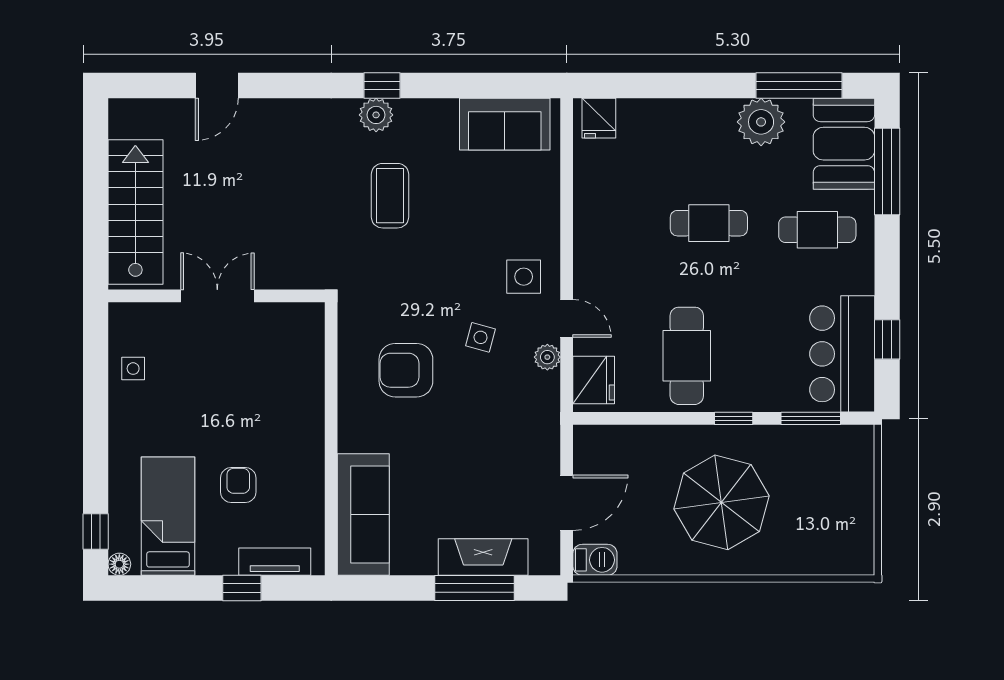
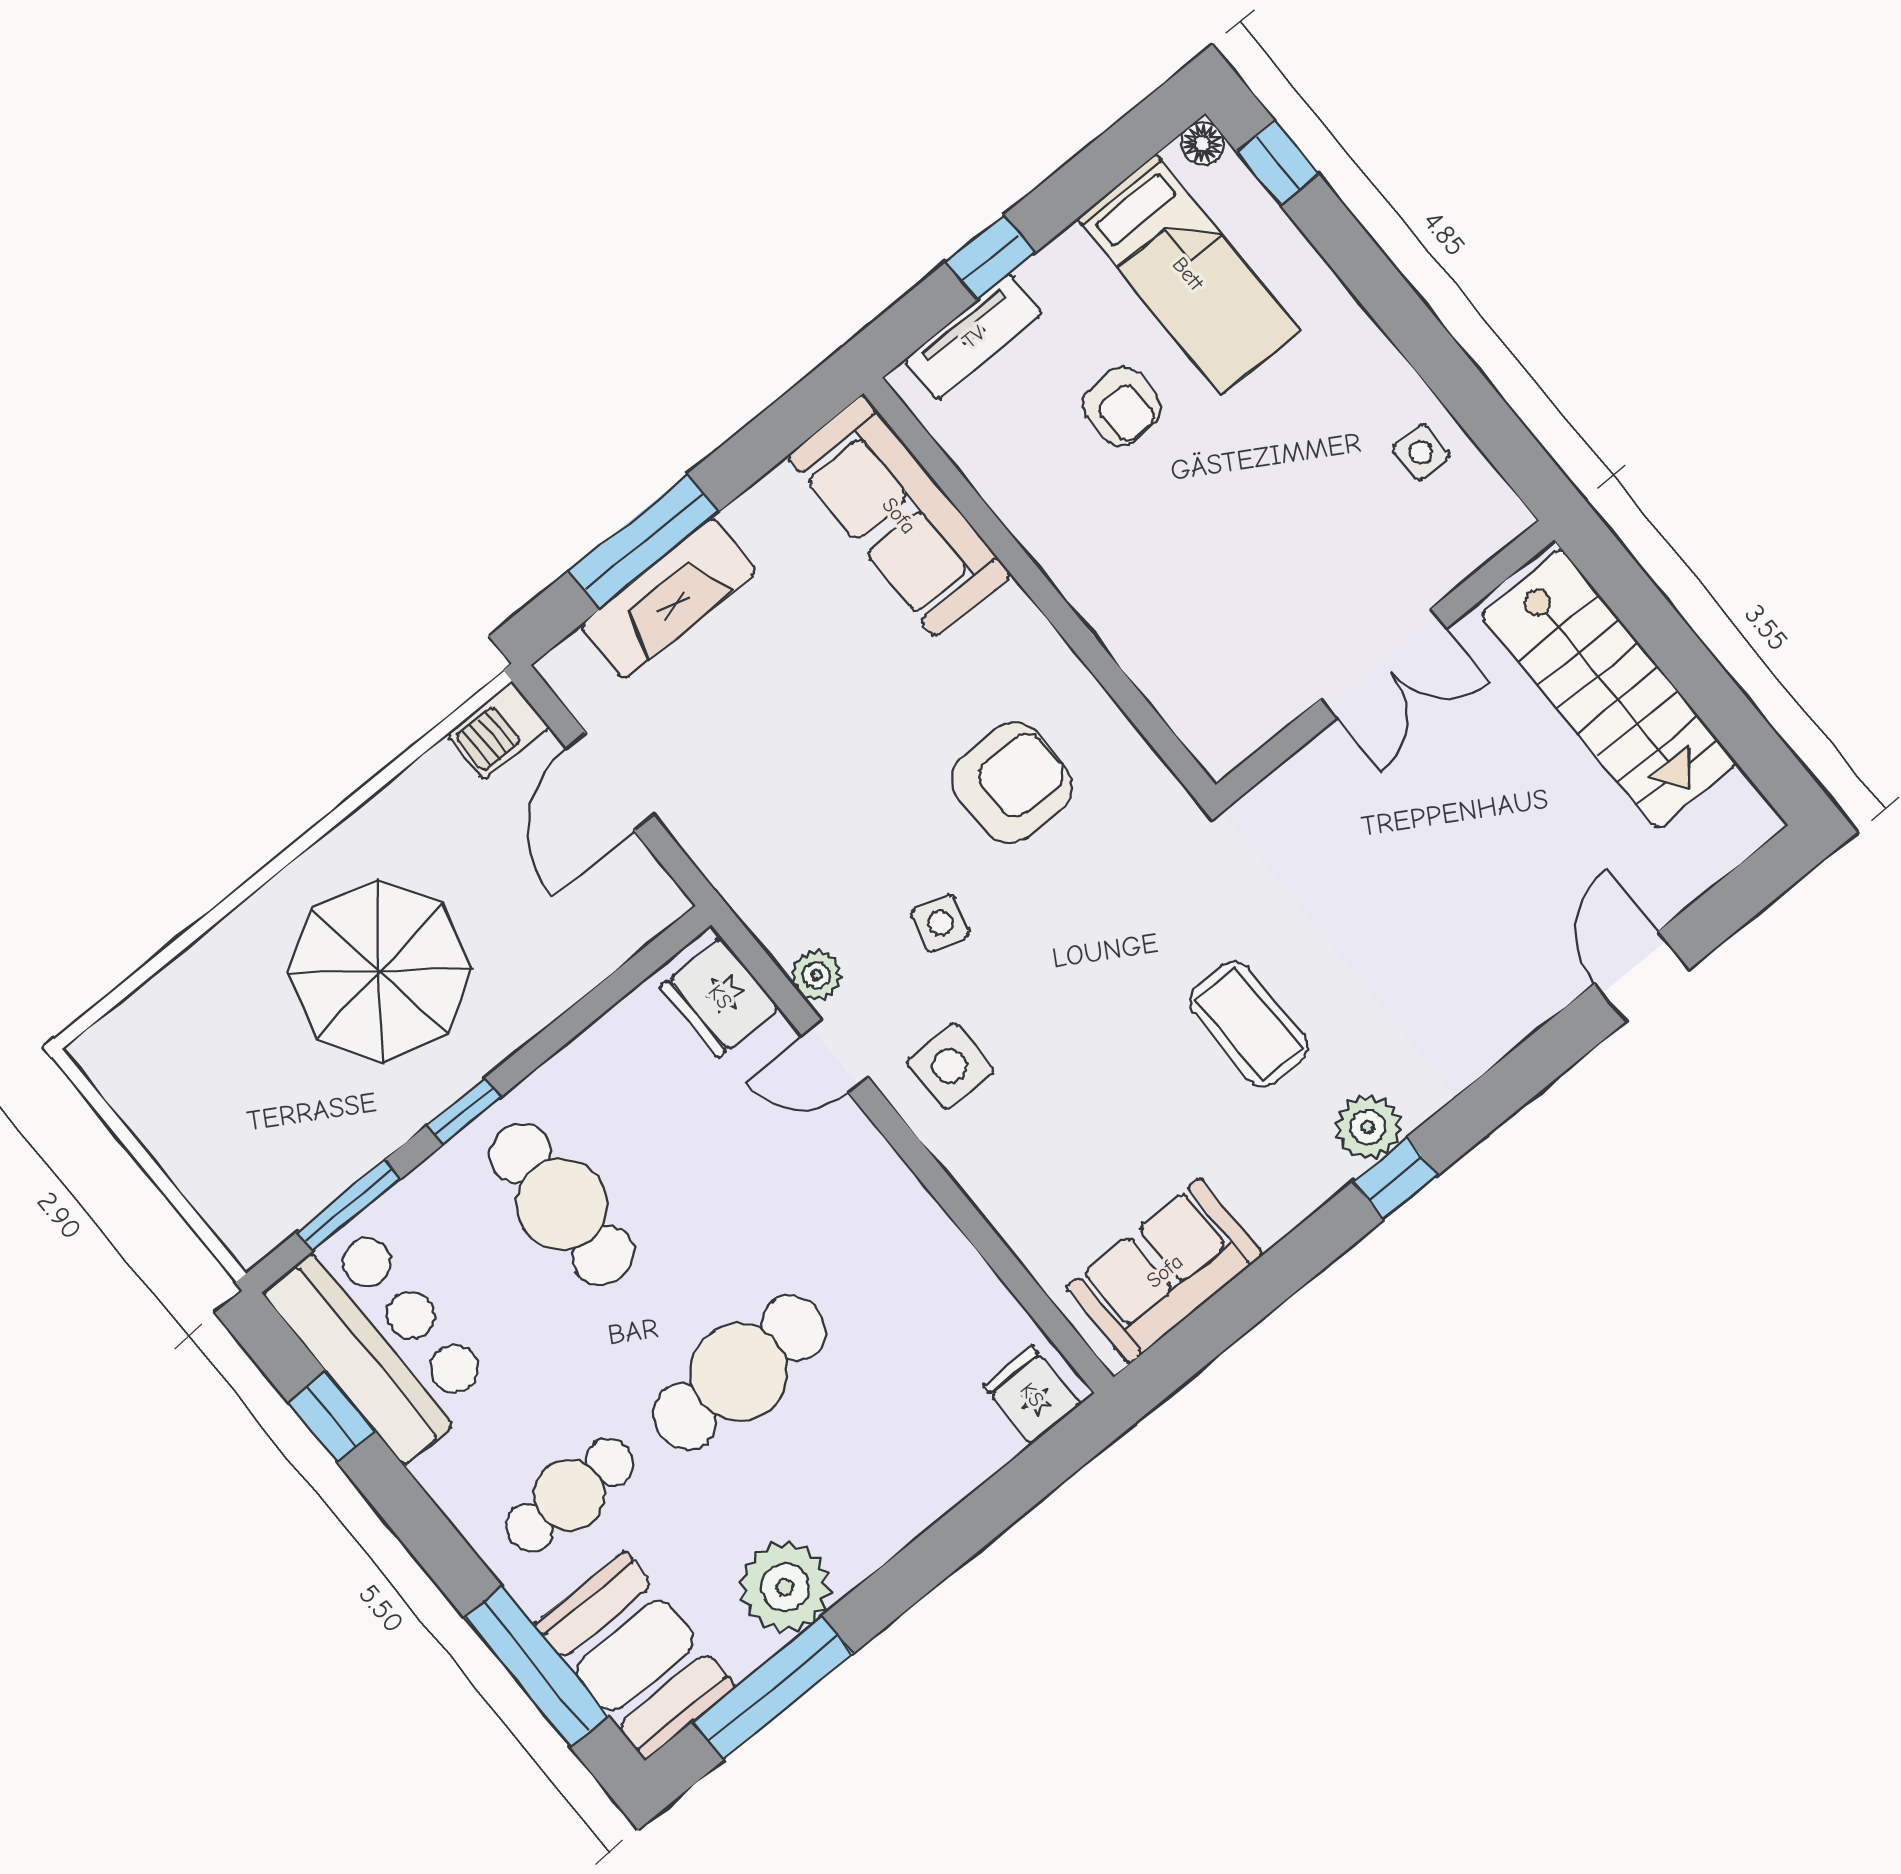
cafe table: (709, 223) -> (739, 1372), width x1.37, depth x1.35
cafe table: (687, 356) -> (562, 1204), moved

